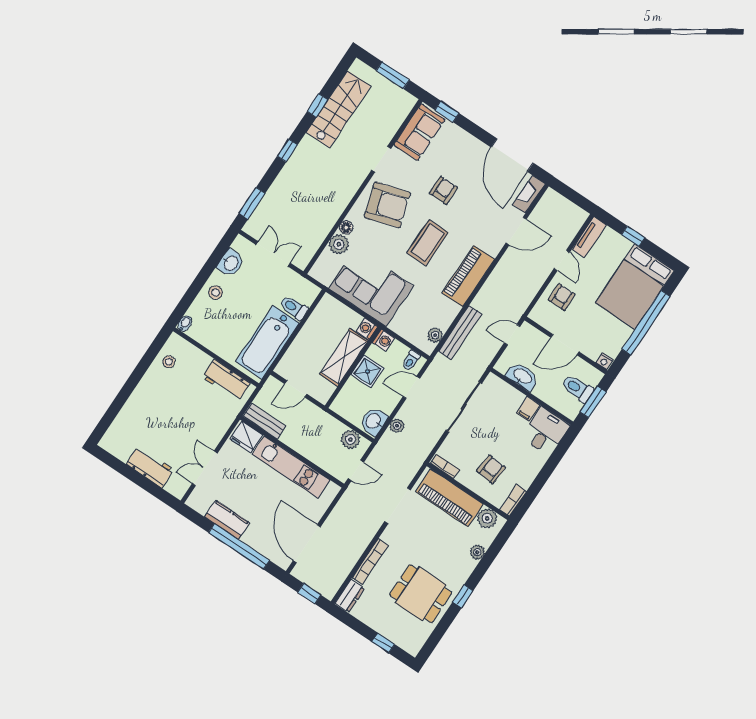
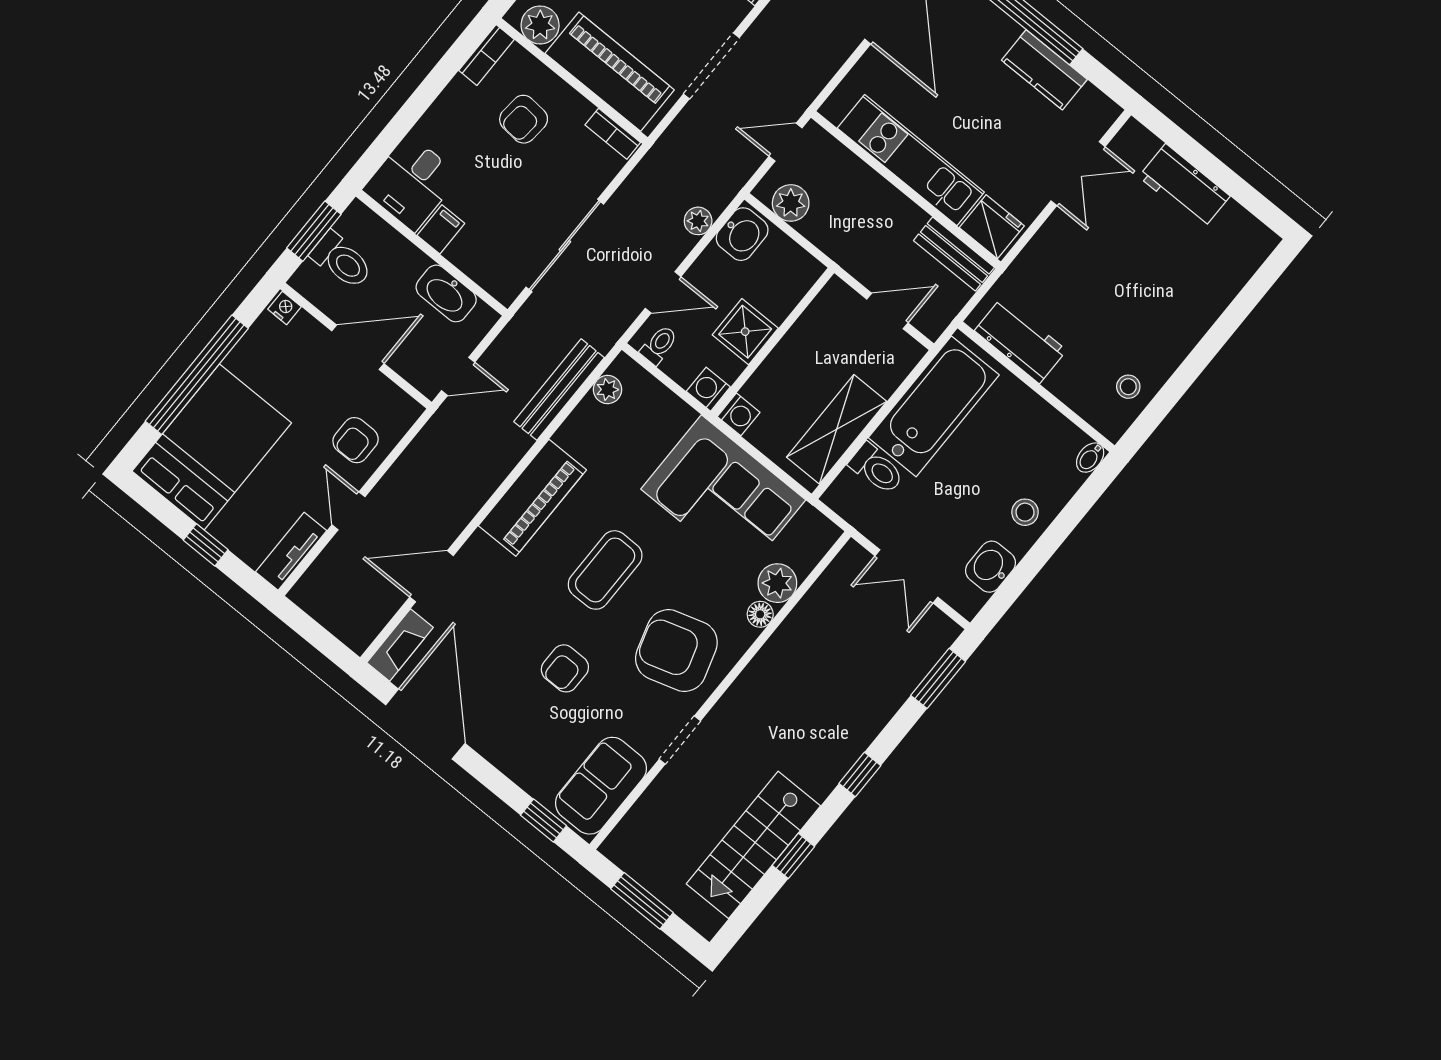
shelving: (344, 357) -> (837, 429), moved

